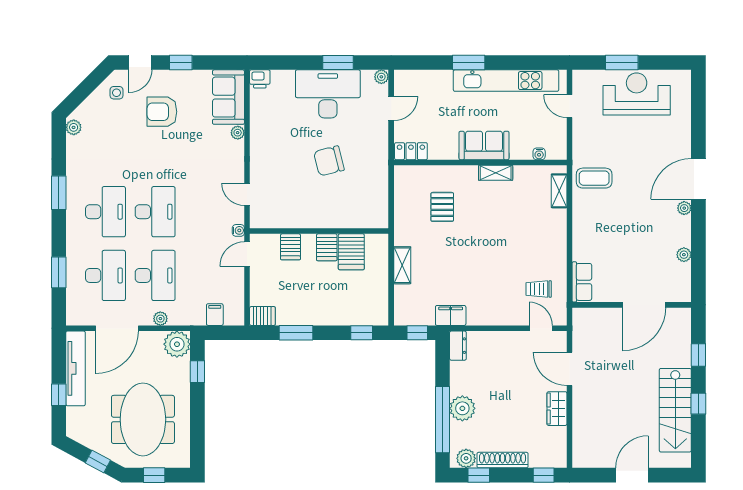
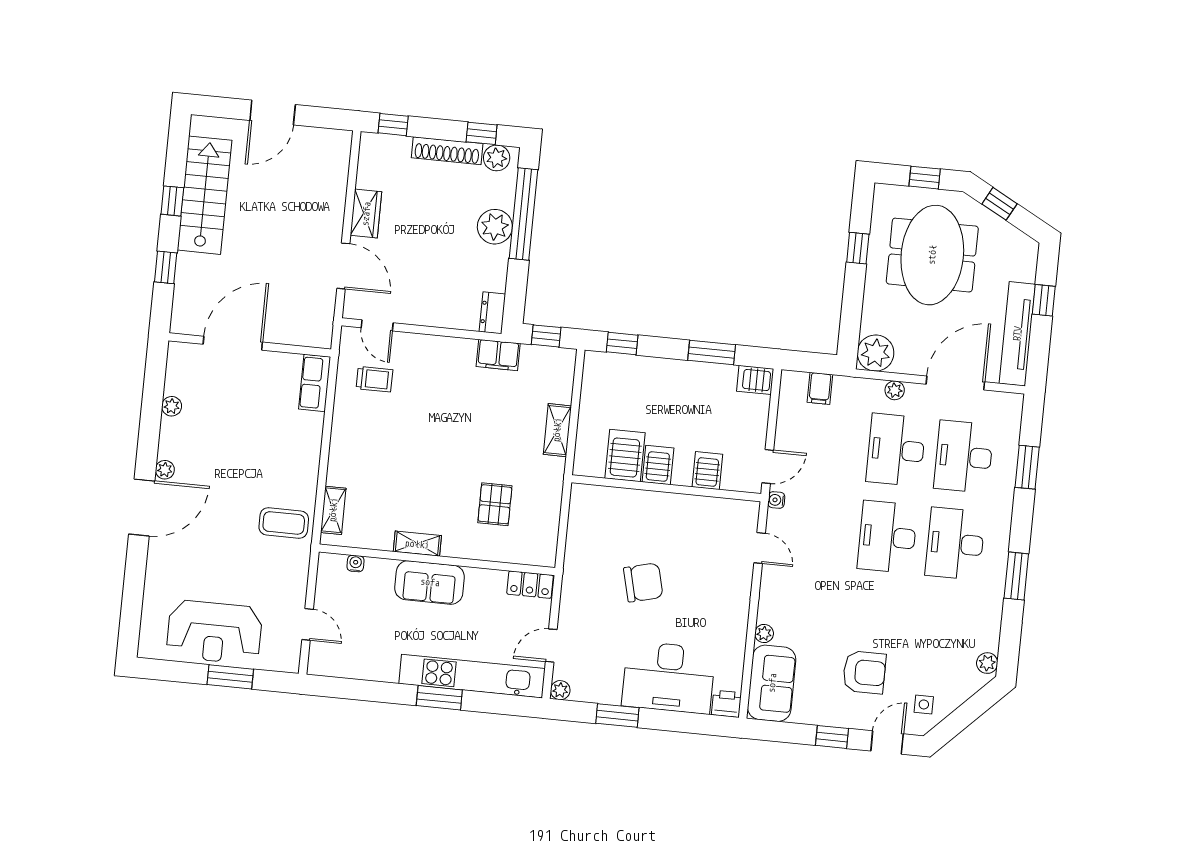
kitchen unit: (506, 81) -> (472, 676), moved
desk: (328, 94) -> (669, 677), moved
window: (197, 372) -> (858, 248), moved

